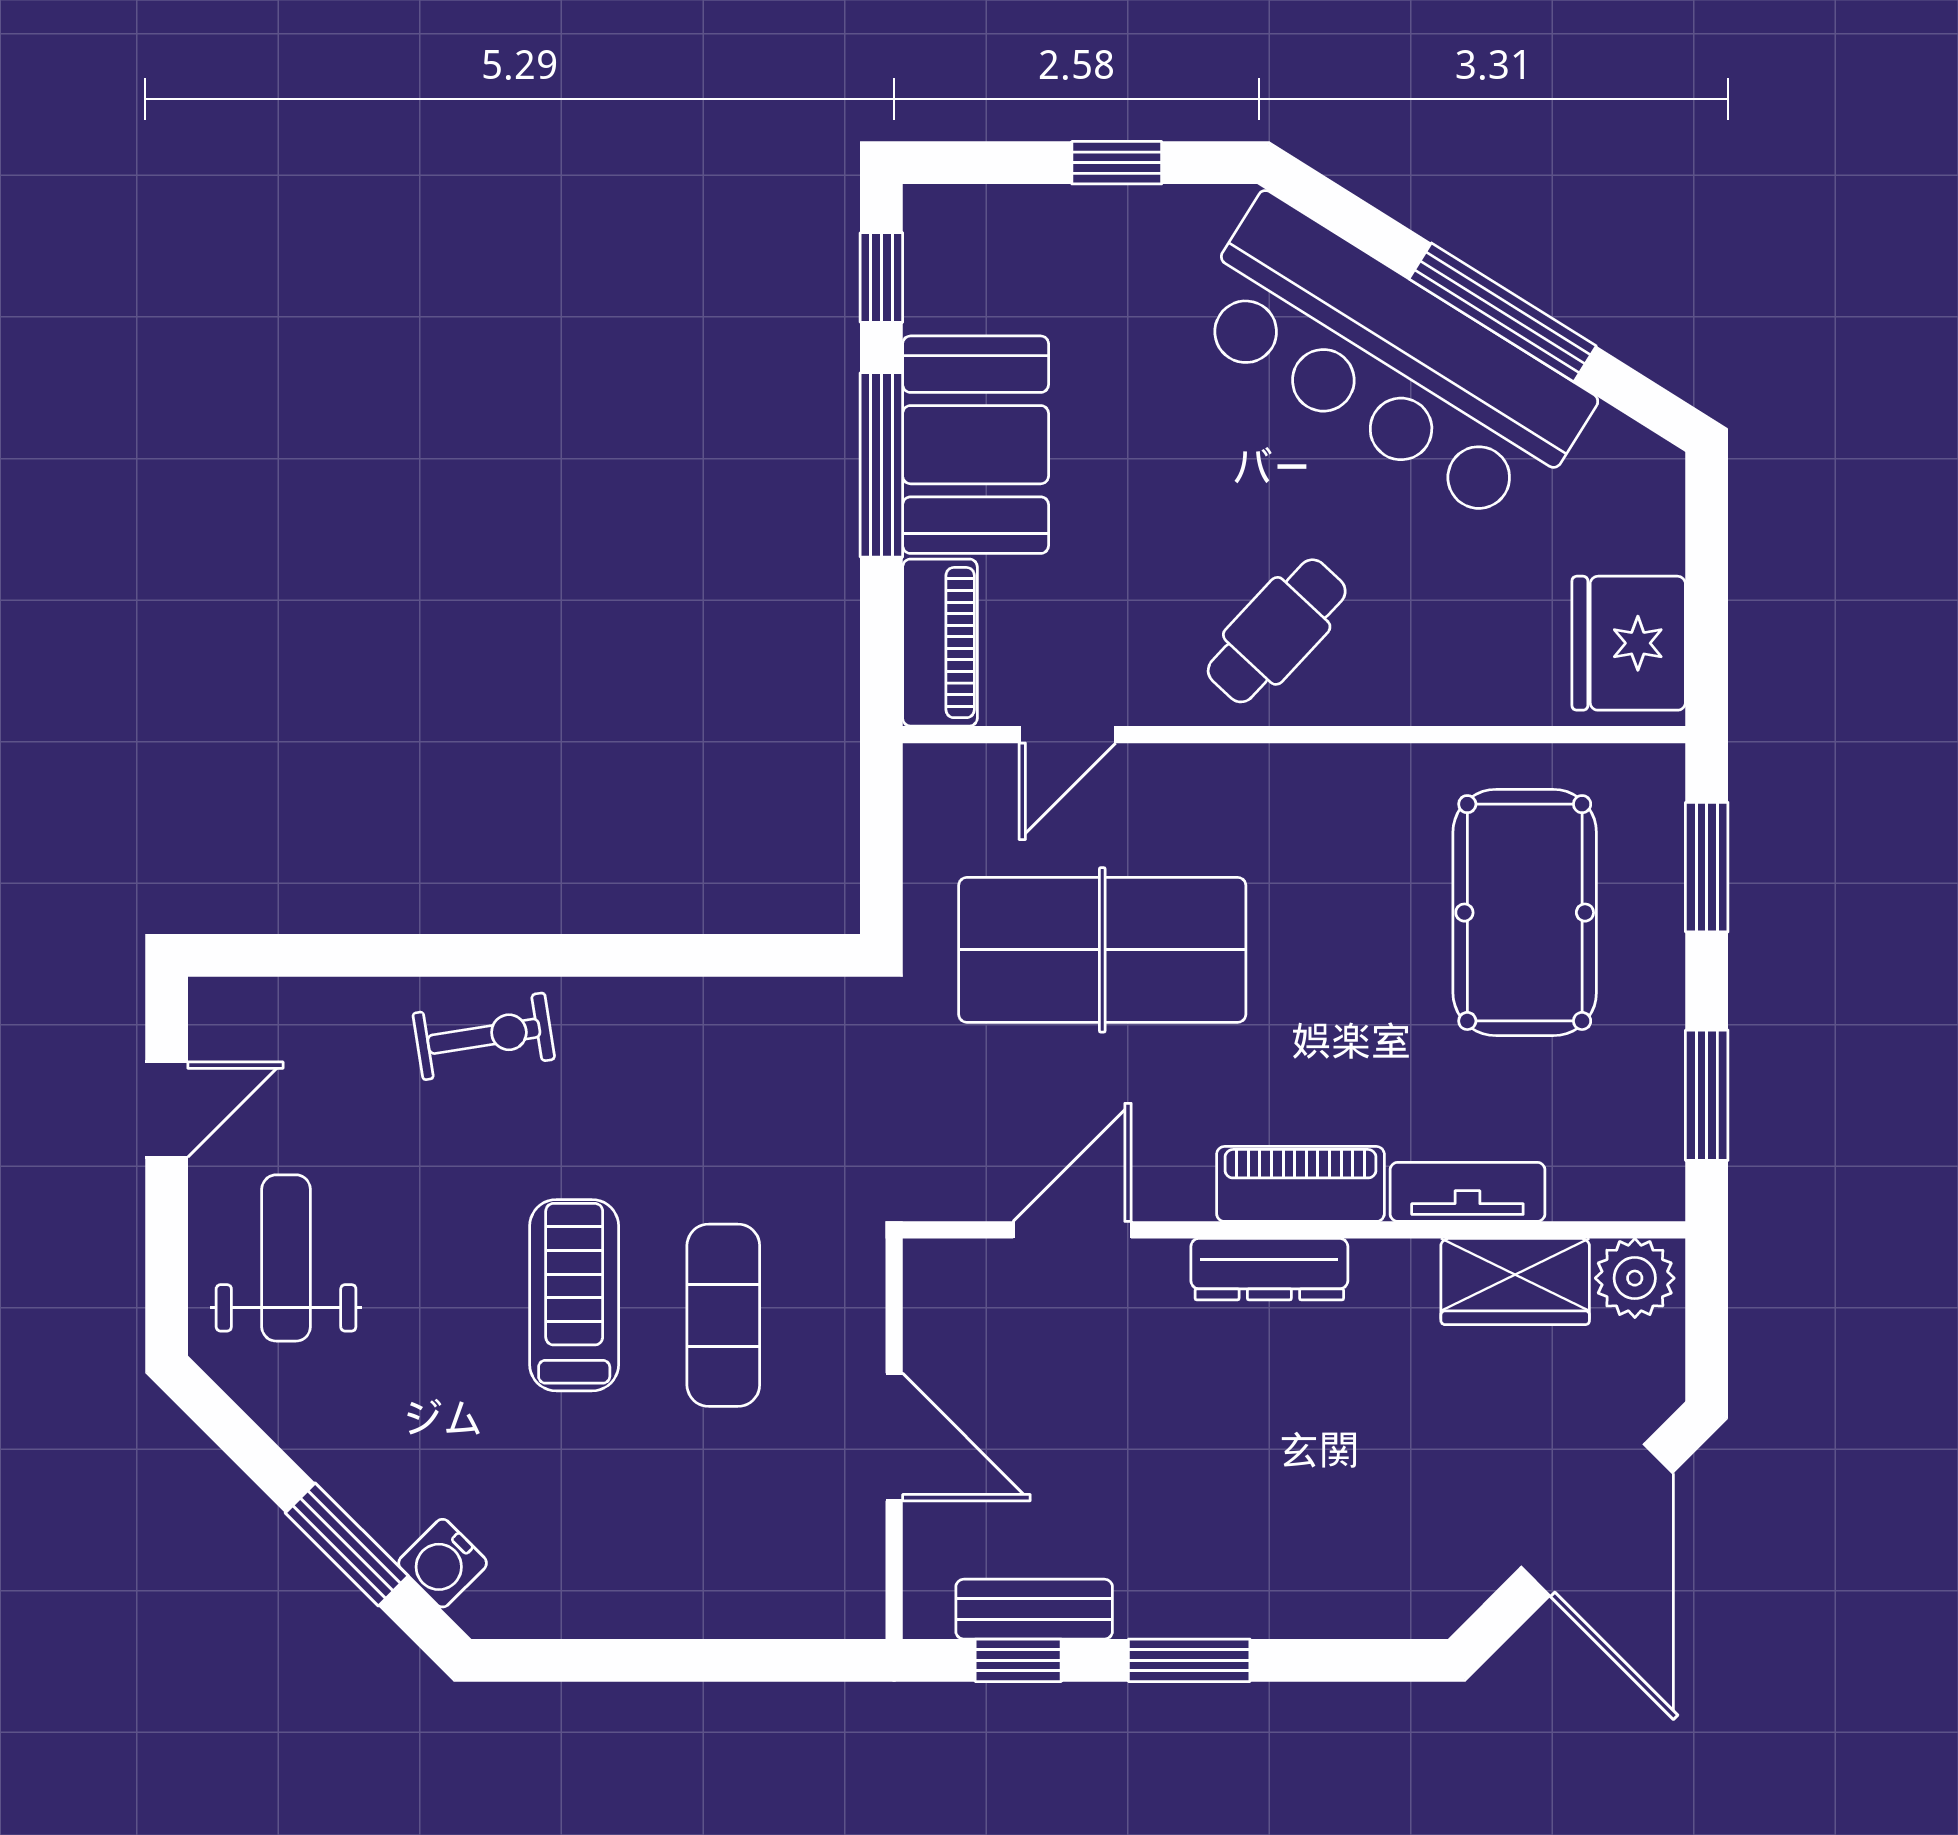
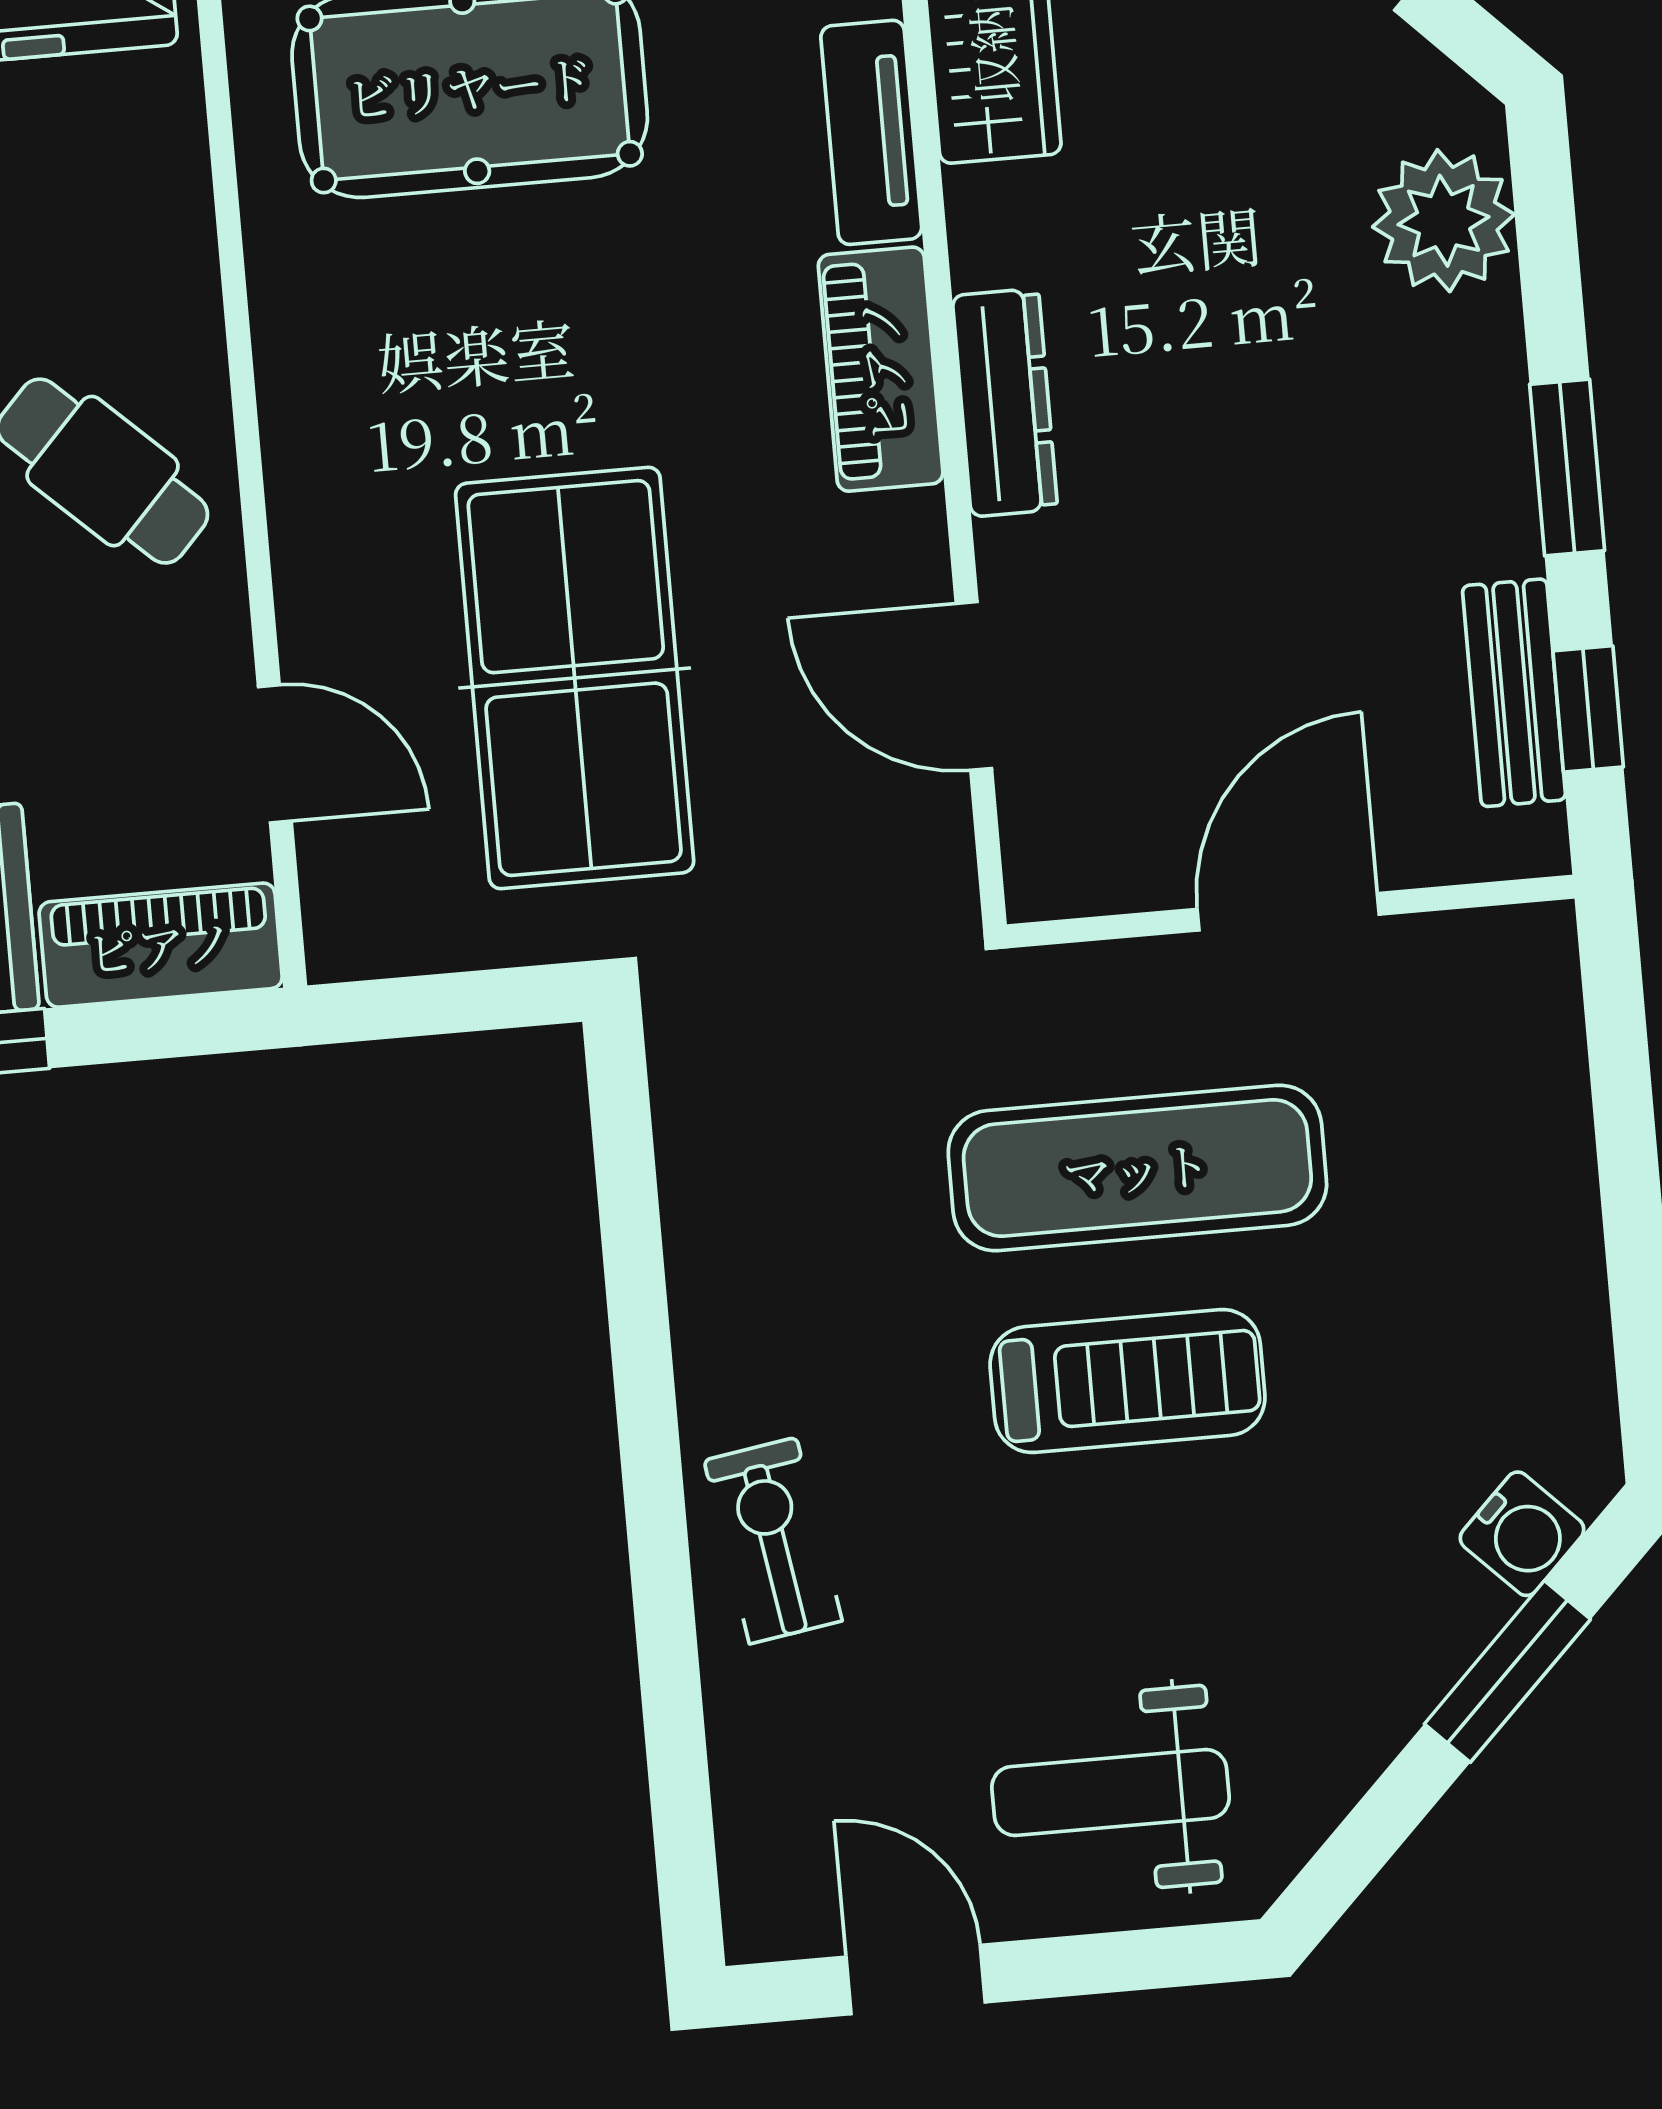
treadmill: (574, 1295) -> (1128, 1381), turned 180
exercise mat: (723, 1315) -> (1137, 1168), width x1.36, depth x1.45
plant: (1370, 1589) -> (1444, 221), added

